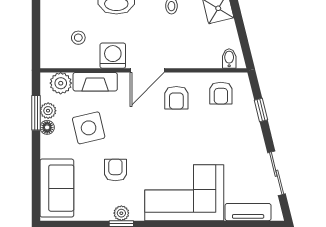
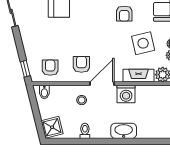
stool: (78, 38) -> (82, 100), moved
window: (261, 110) -> (25, 69), moved

